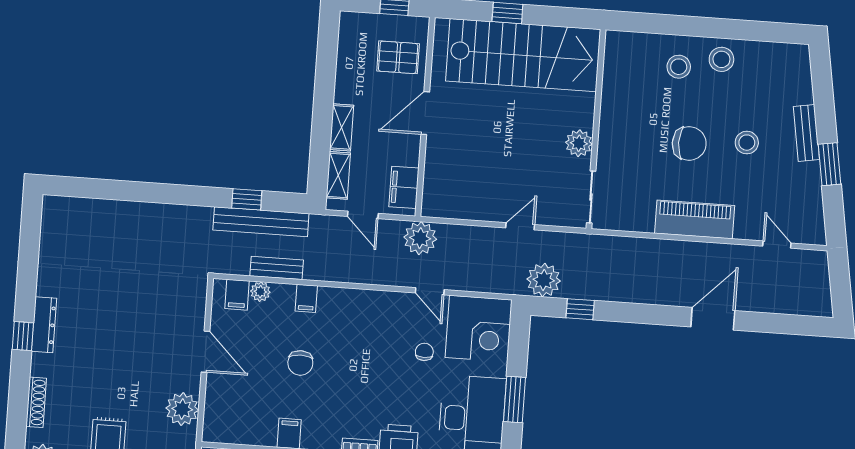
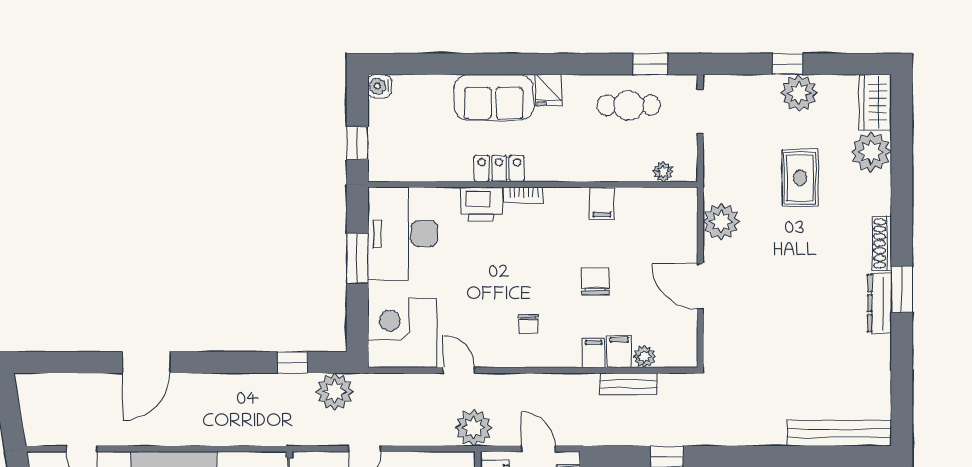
bench: (261, 222) -> (839, 433), moved
filing cabinet: (237, 295) -> (619, 351), moved
window: (23, 336) -> (902, 289), width x1.50
chair: (424, 352) -> (528, 324), moved
shoe rack: (36, 402) -> (882, 243), moved

